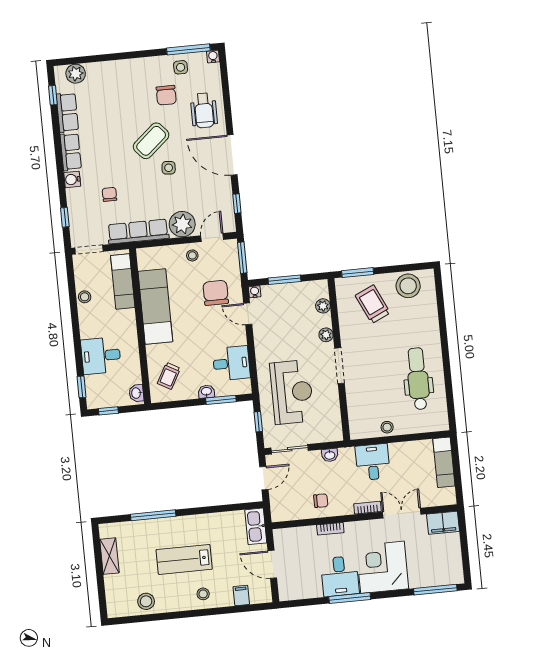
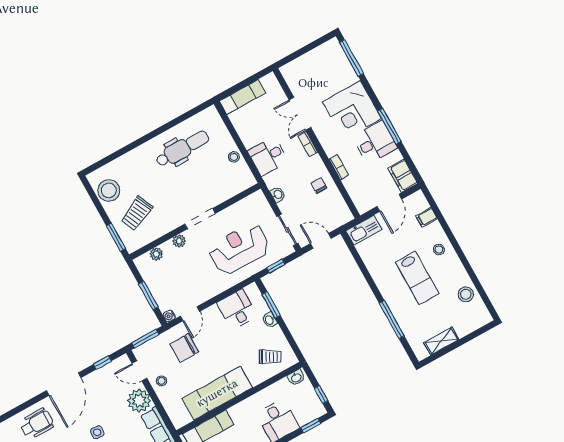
dental chair: (418, 379) -> (182, 149), turned 180
filing cabinet: (443, 523) -> (403, 176), moved, turned 180

